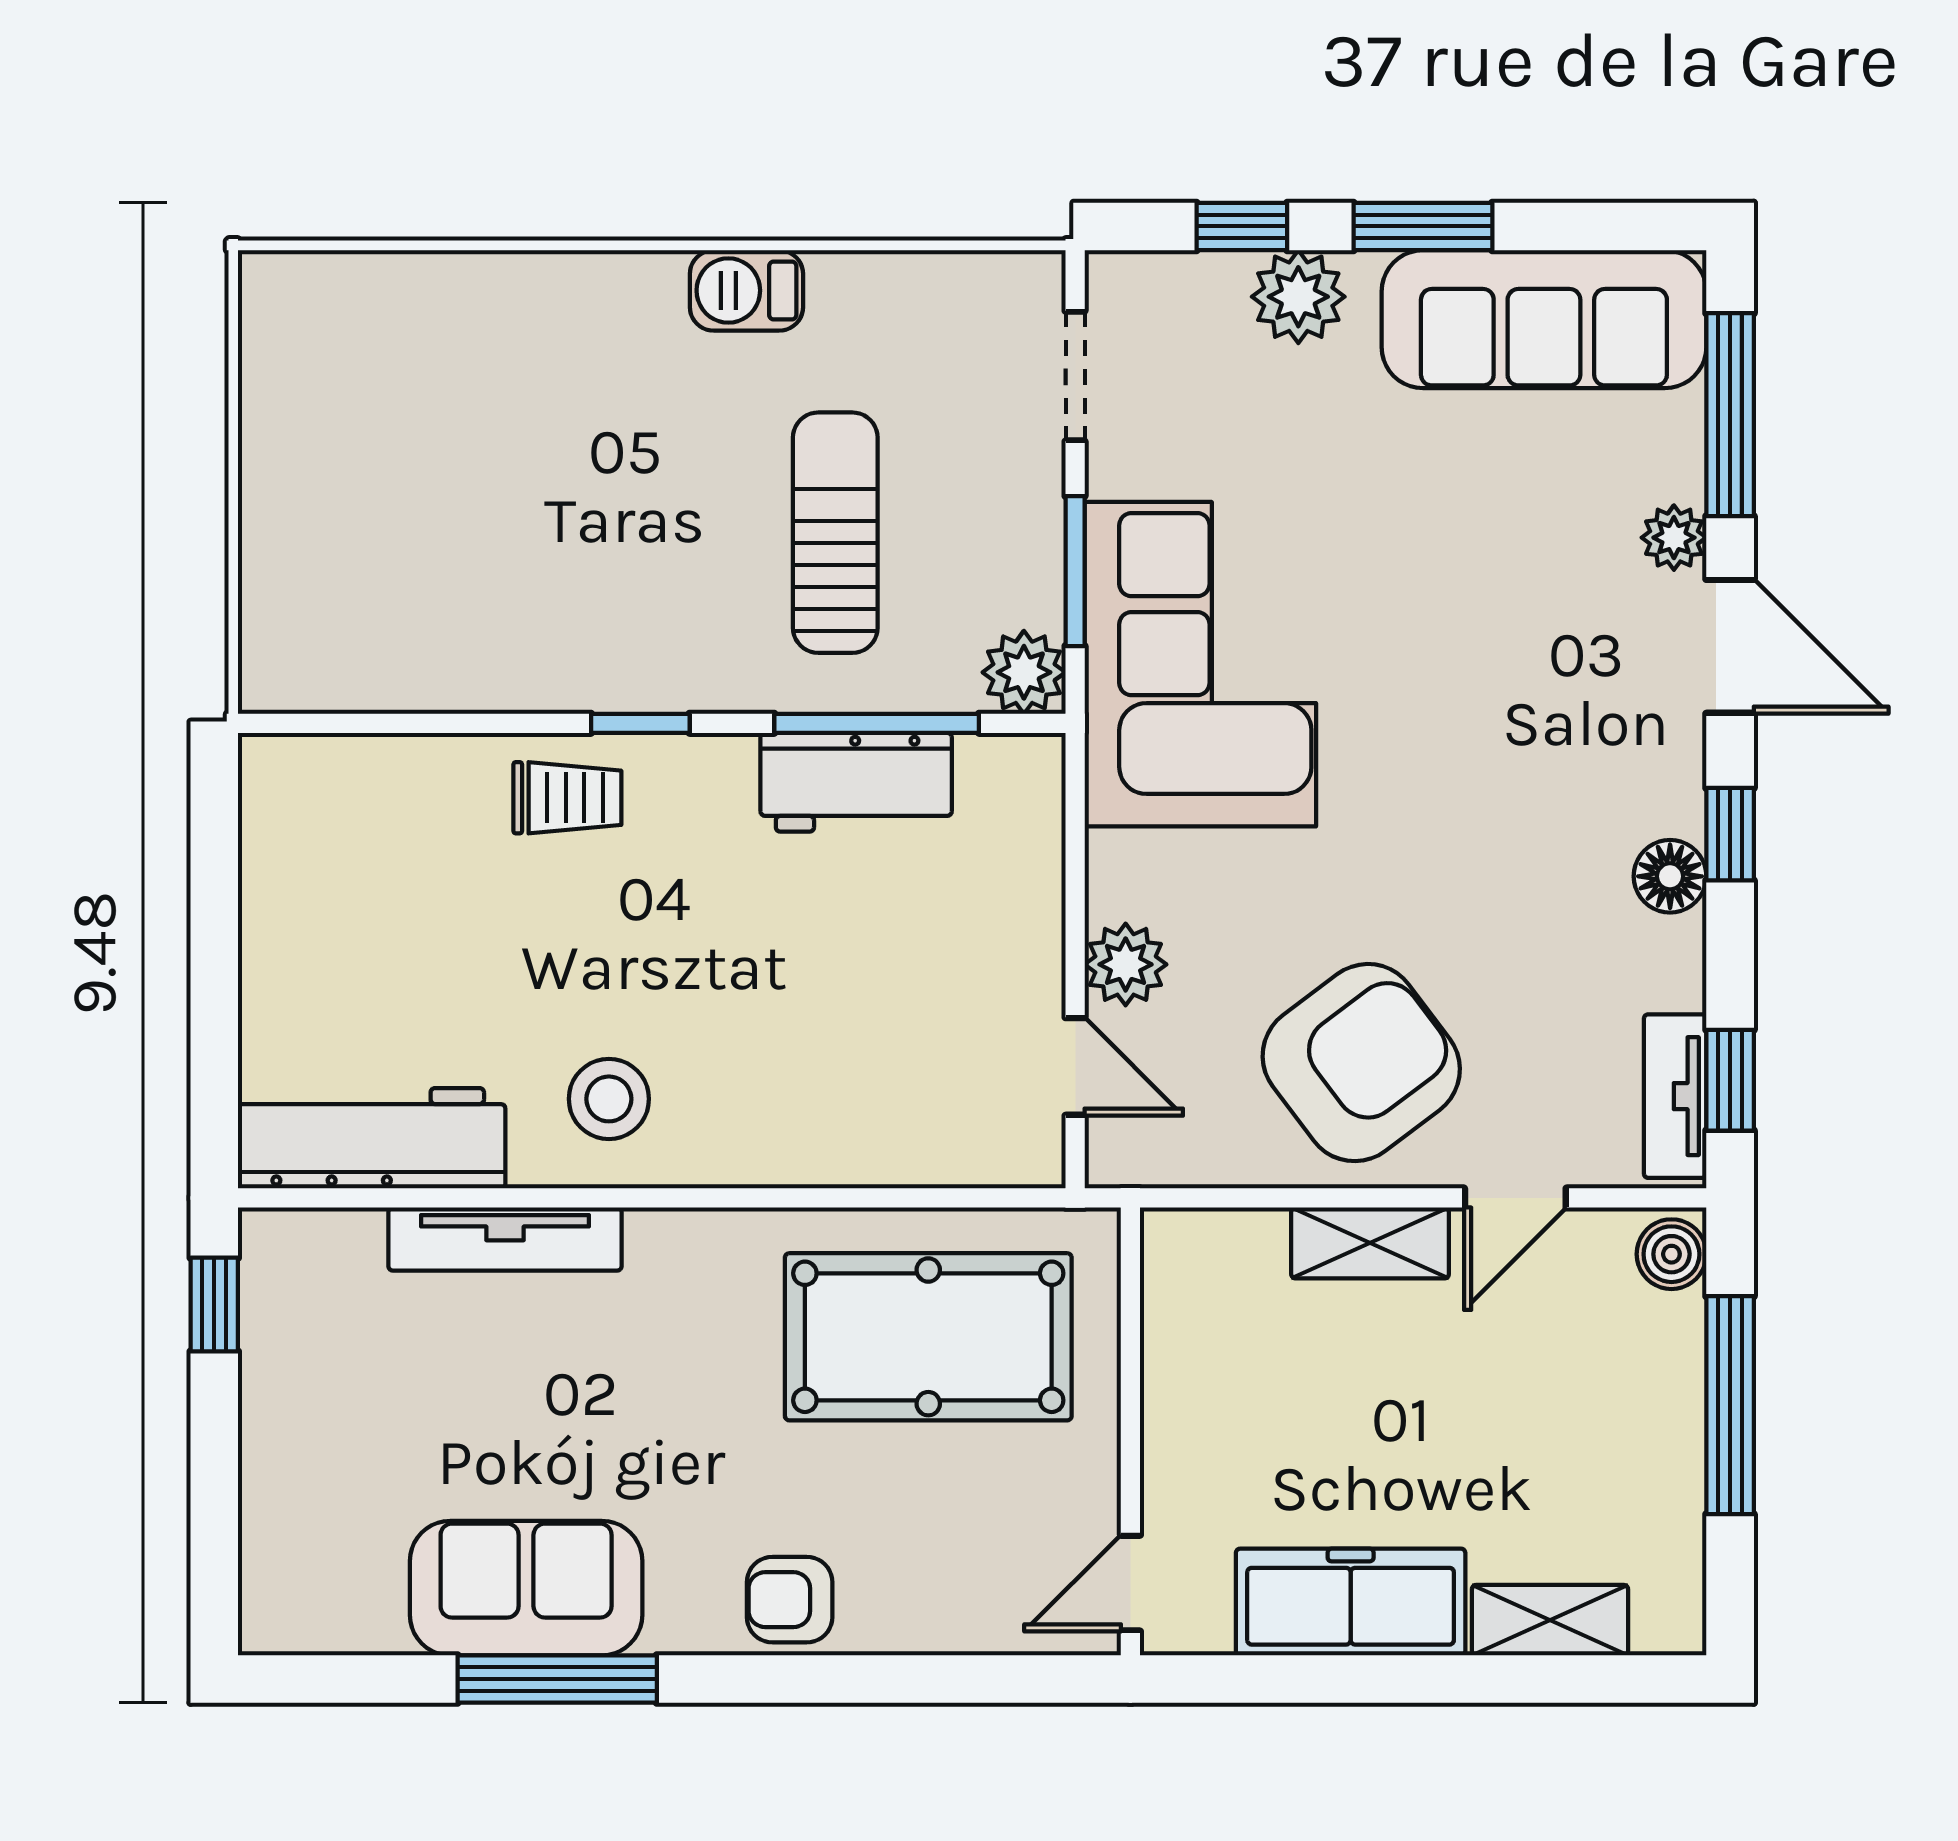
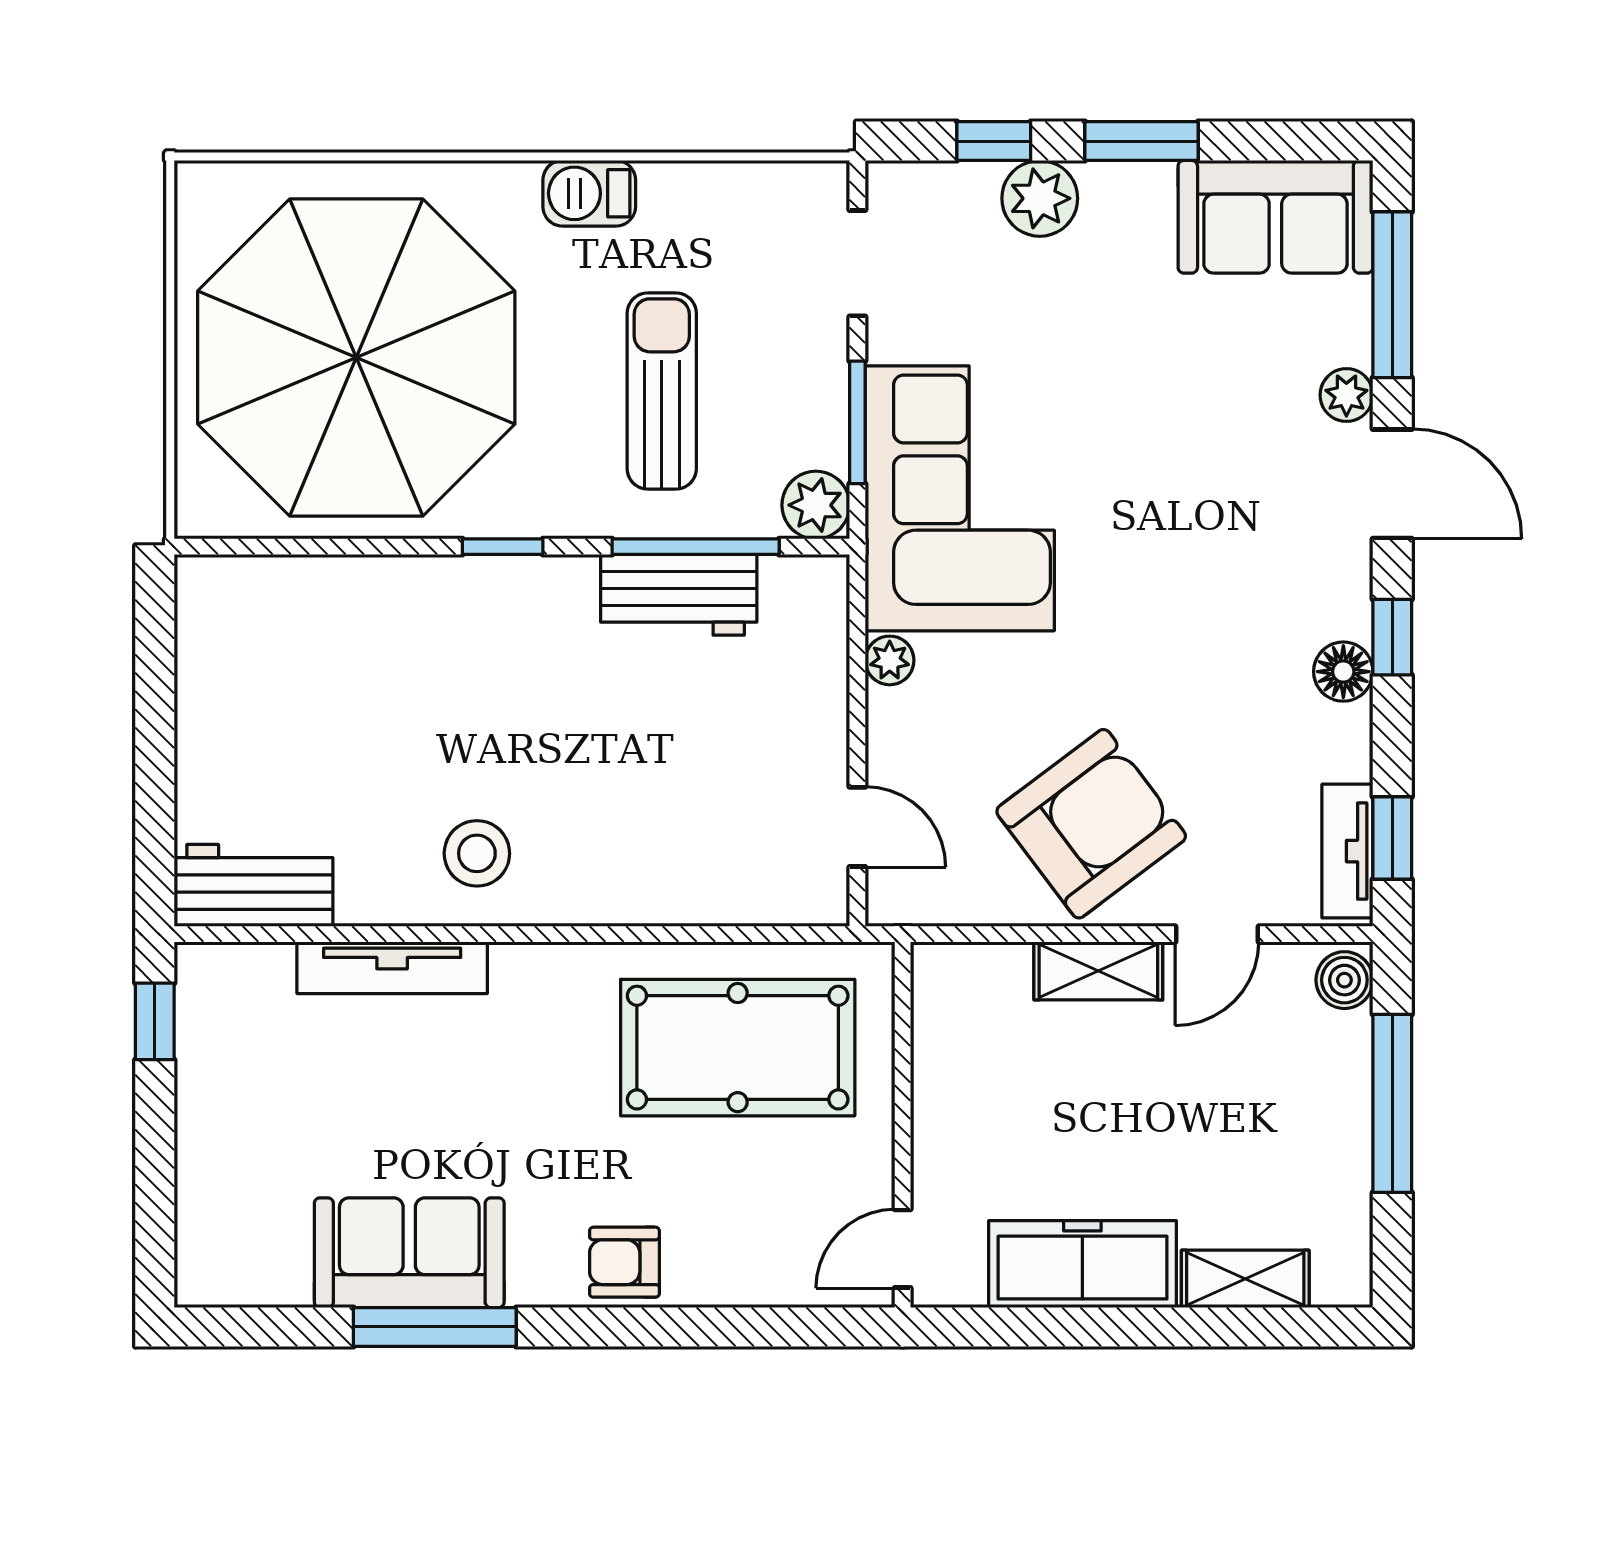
sofa: (1544, 319) -> (1275, 217), width x0.73
parasol: (461, 492) -> (356, 358), added
trolley: (567, 798) -> (443, 607), removed
plant: (1126, 964) -> (890, 660), moved, width x0.73, depth x0.73
workbench: (372, 1138) -> (253, 885), width x0.73

